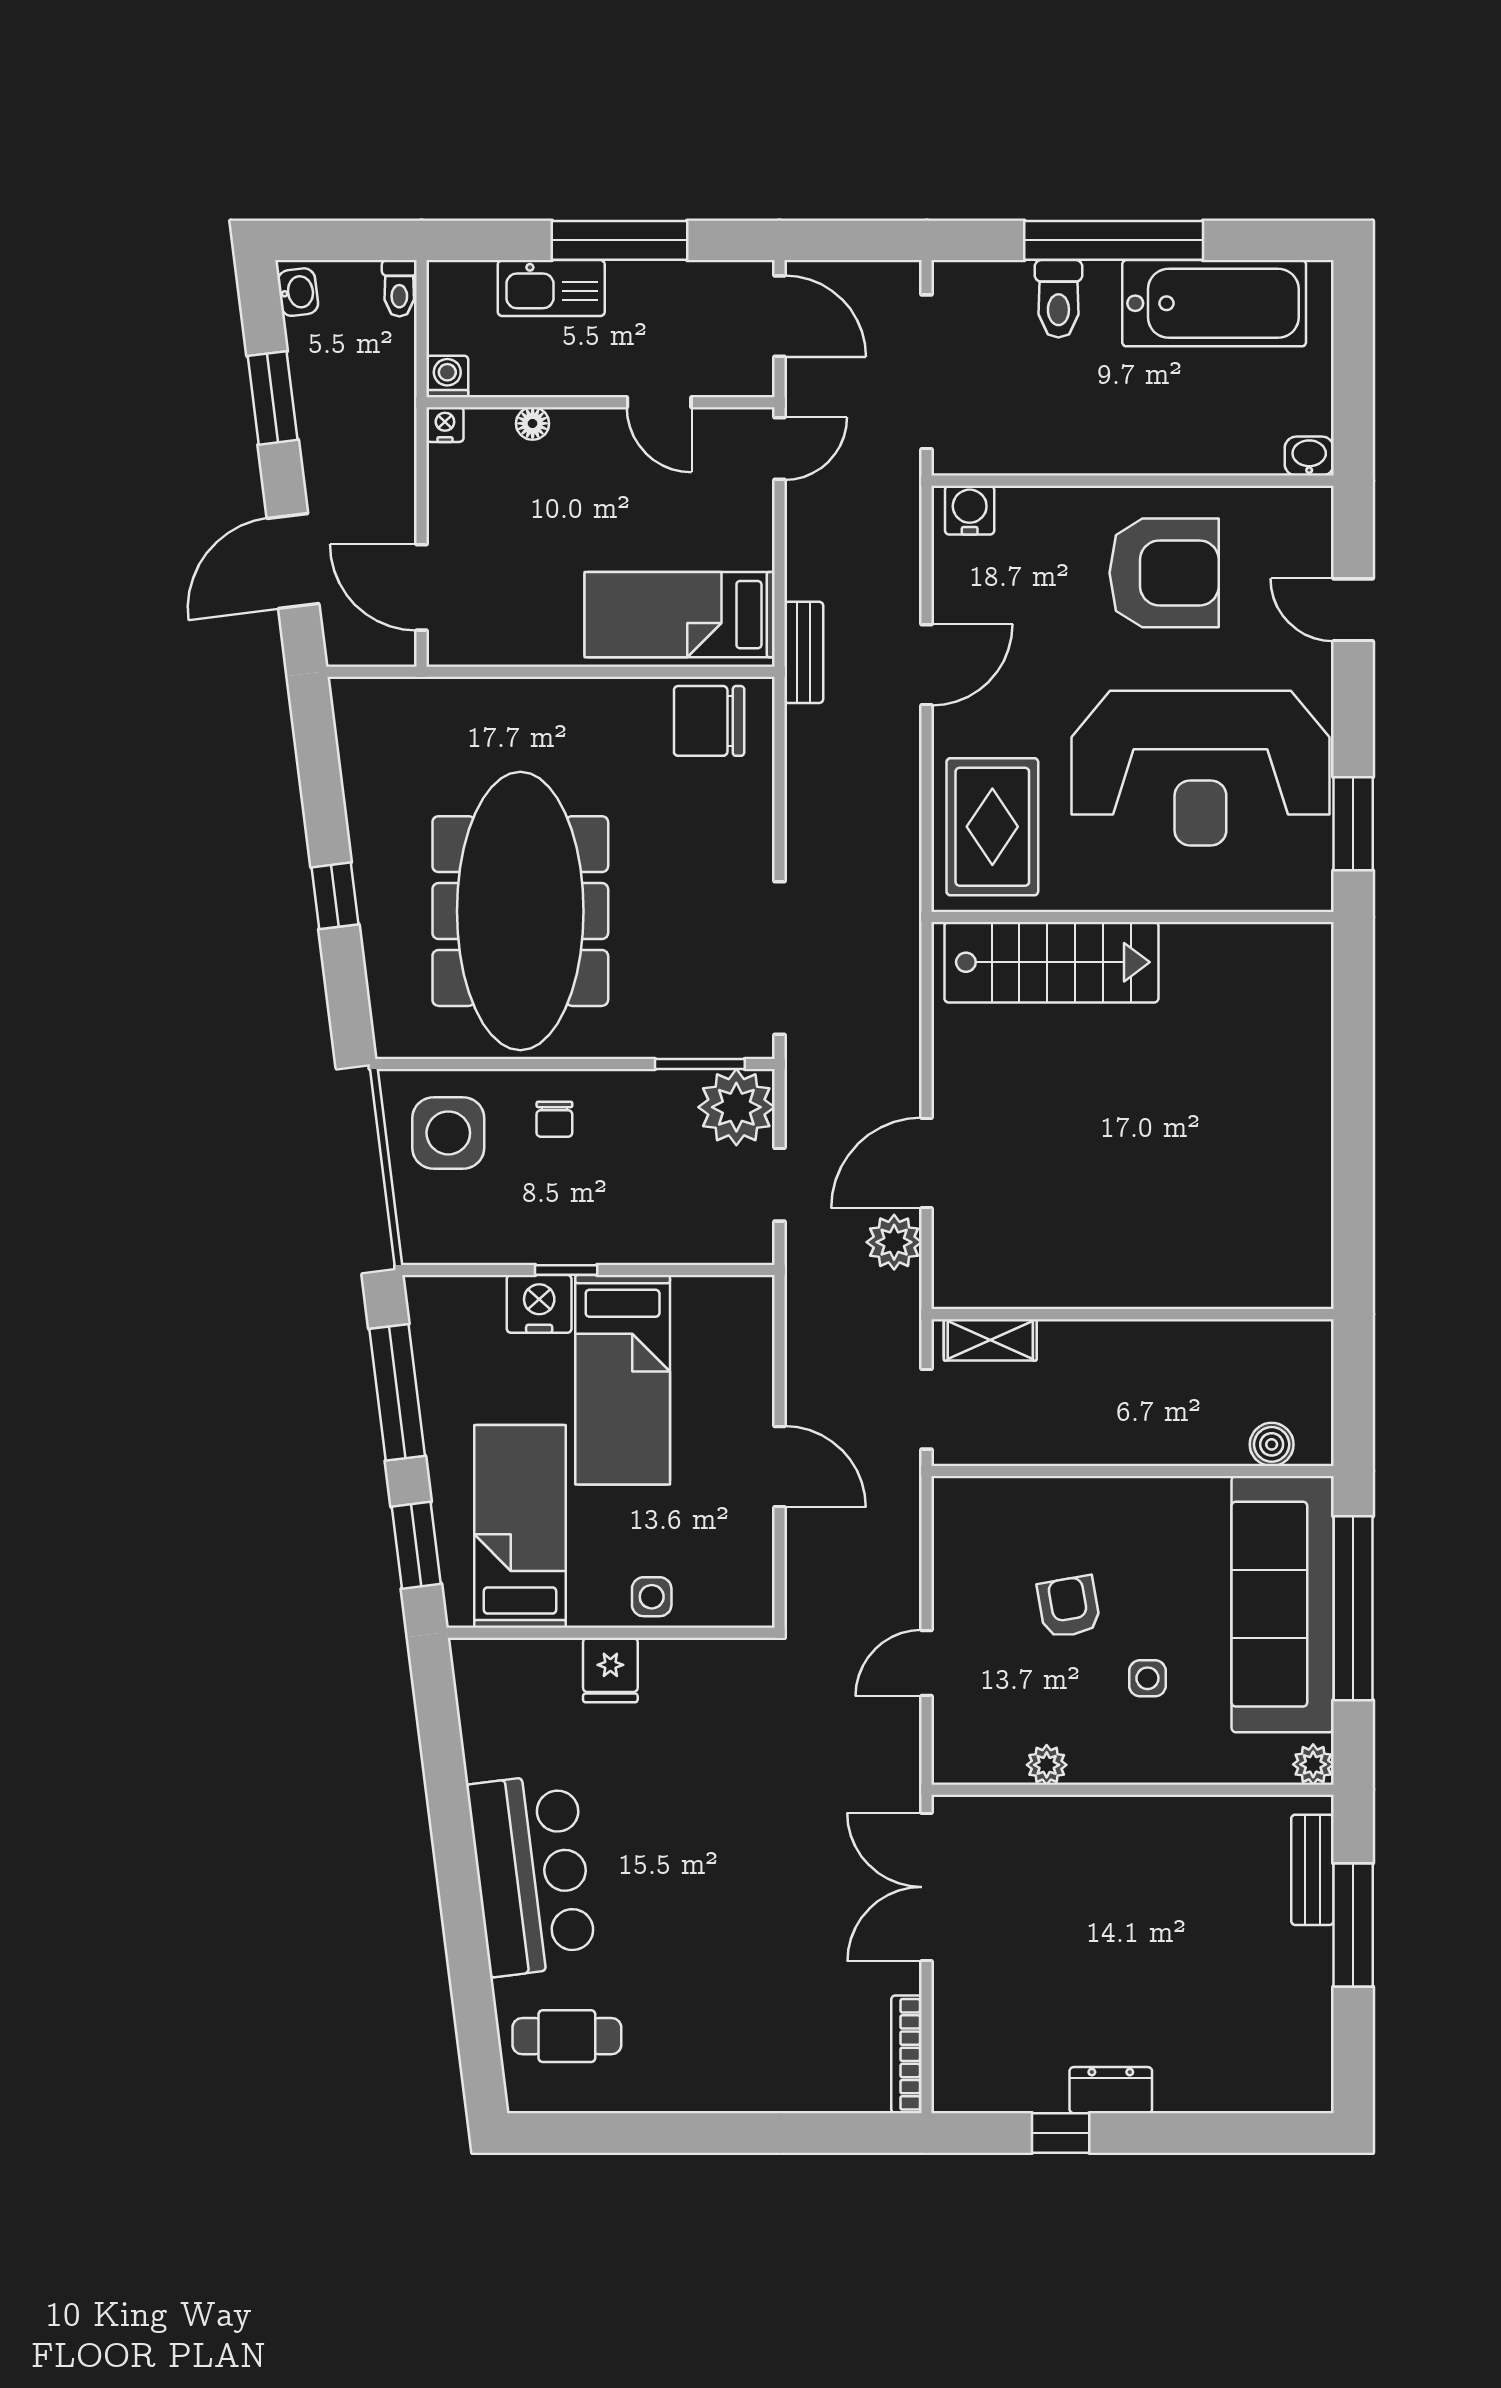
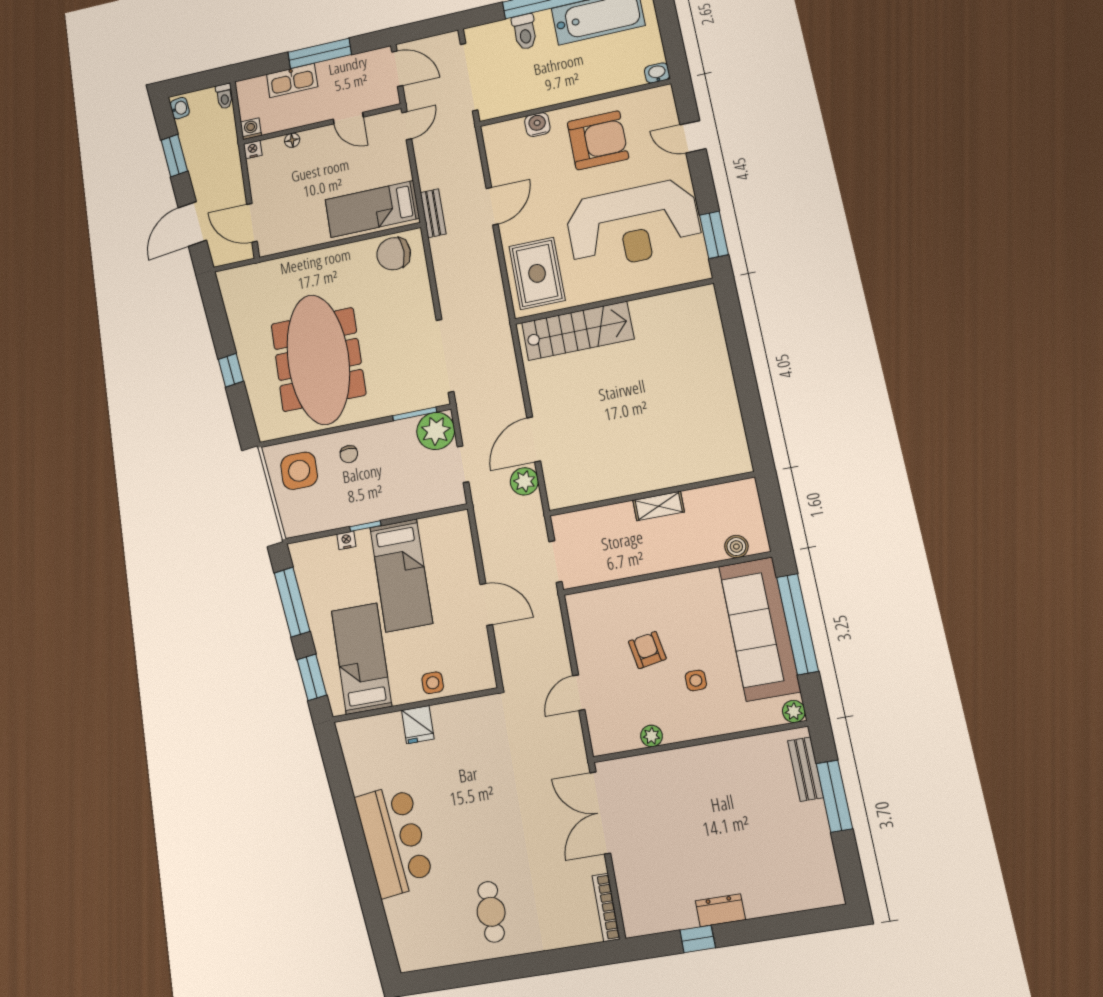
water cooler: (970, 510) -> (537, 125), moved
nightstand: (539, 1304) -> (346, 540), width x0.53, depth x0.56
shelving: (990, 1340) -> (659, 506), moved
cafe table: (567, 2036) -> (491, 912), moved, turned 90

